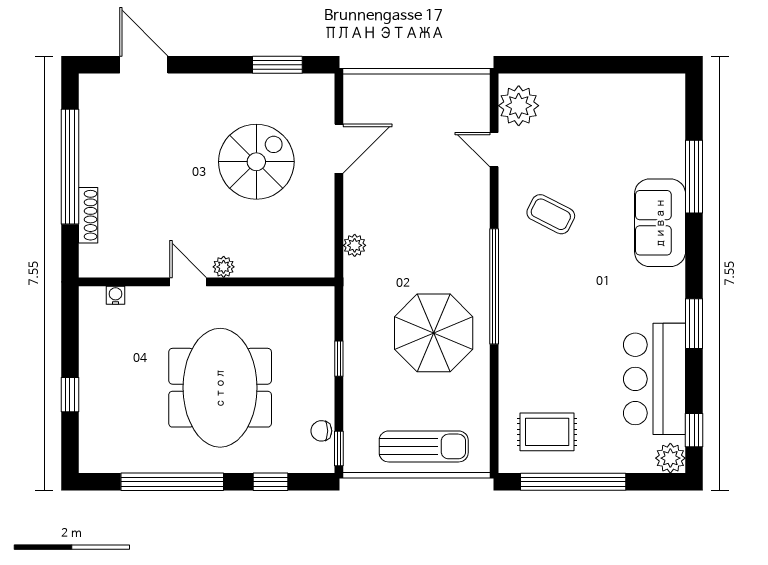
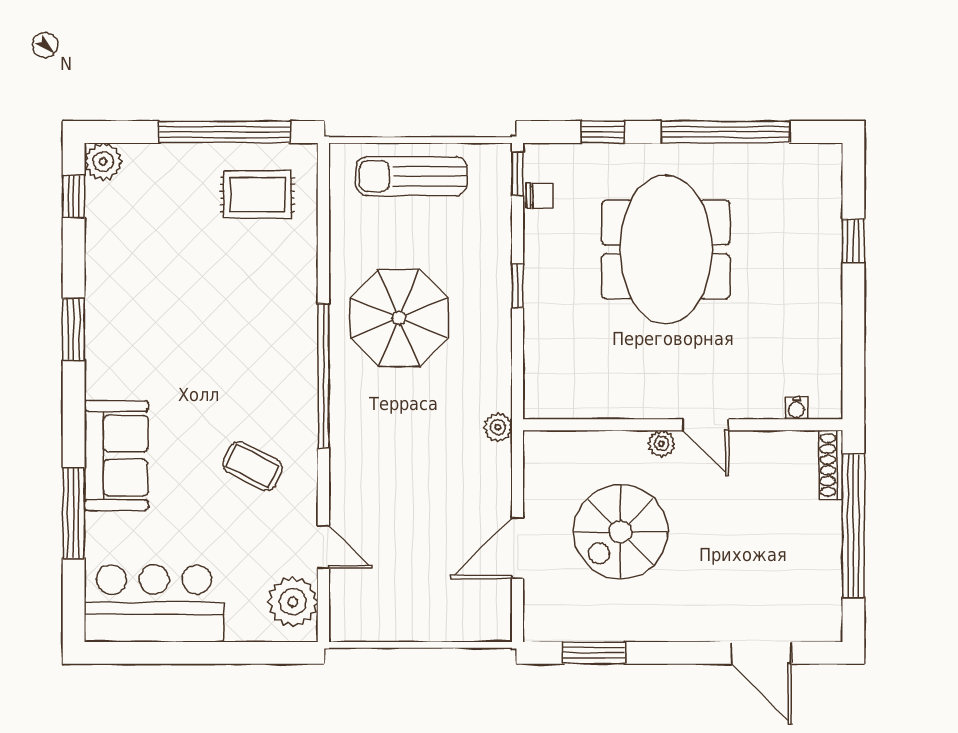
plant: (224, 267) -> (661, 444), moved
door: (188, 282) -> (706, 425), moved
wall: (207, 282) -> (683, 425), moved
water cooler: (115, 295) -> (796, 408), moved
bar counter: (654, 379) -> (154, 604), moved, turned -90

